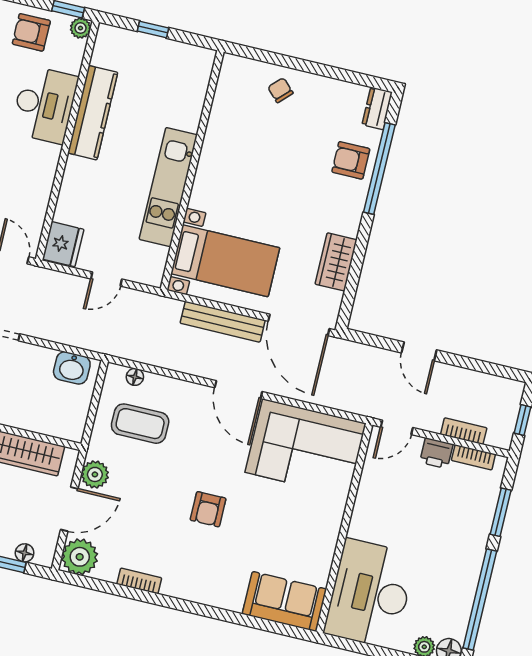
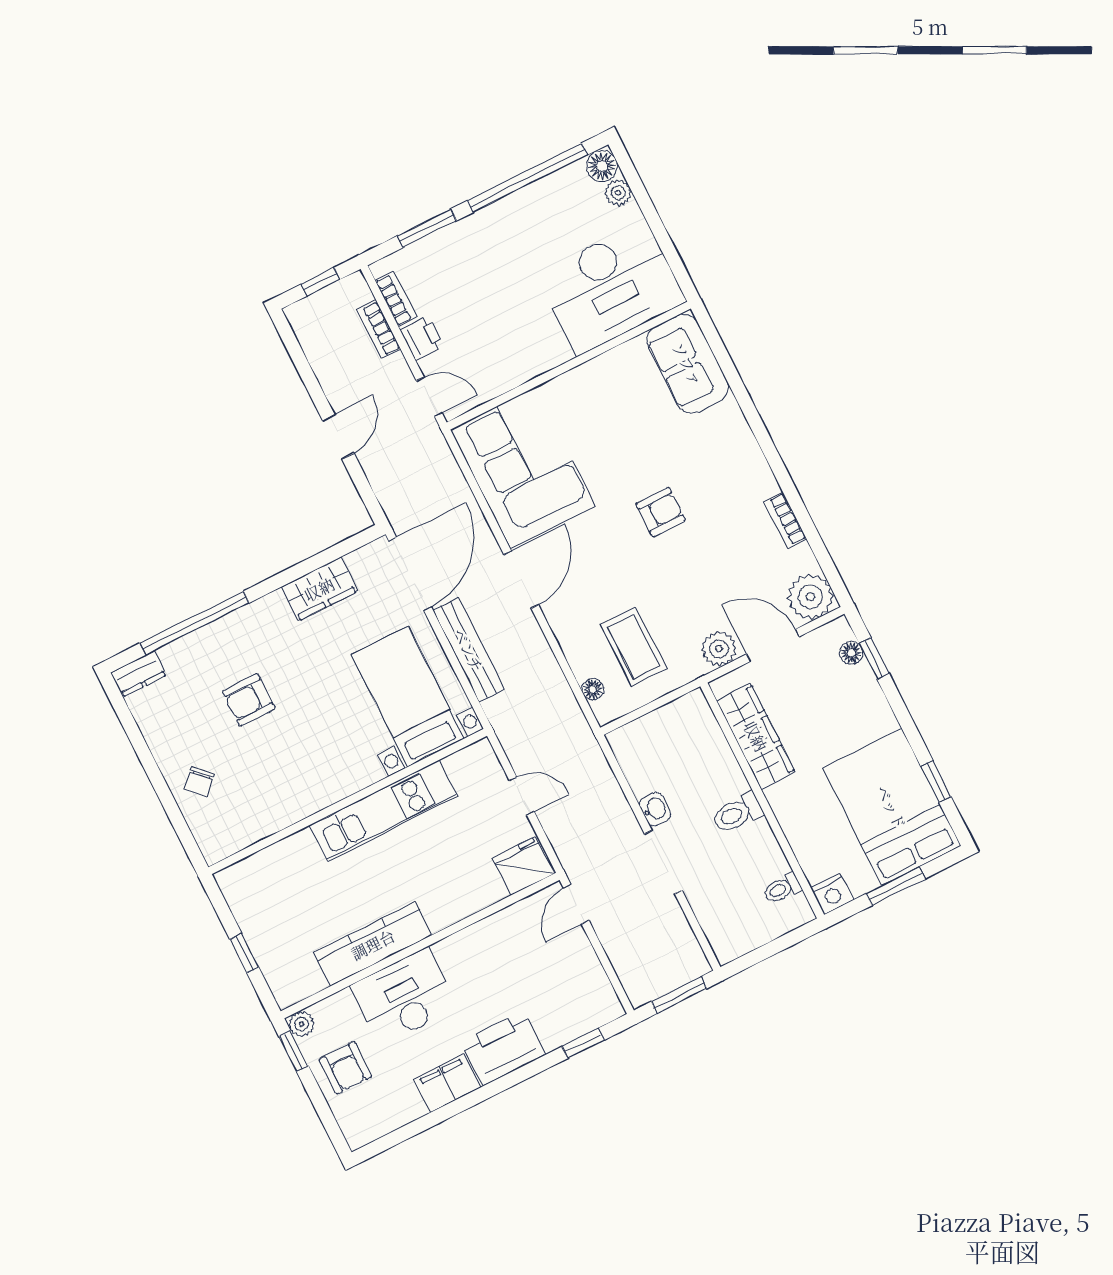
armchair: (351, 160) -> (249, 700), moved, turned 90
washbasin: (72, 368) -> (655, 809), moved, width x0.72, depth x0.69

